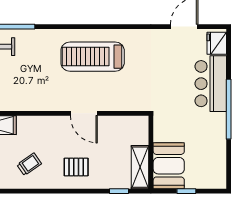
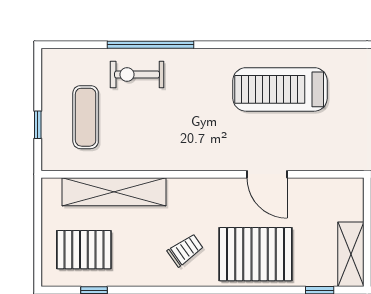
pallet: (76, 167) -> (255, 254), width x2.05, depth x2.00

